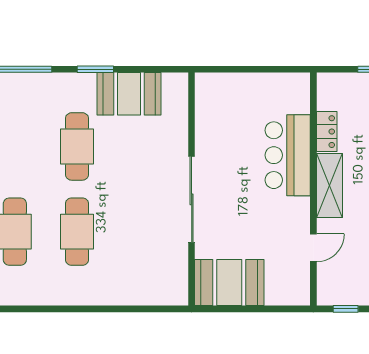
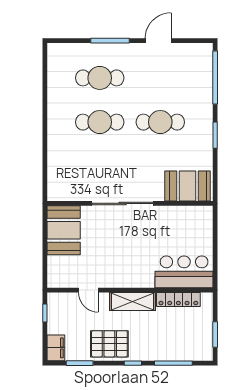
booth: (129, 94) -> (188, 186), moved, turned 90
locker: (327, 132) -> (178, 299), width x1.53
bar counter: (288, 155) -> (184, 272), moved

